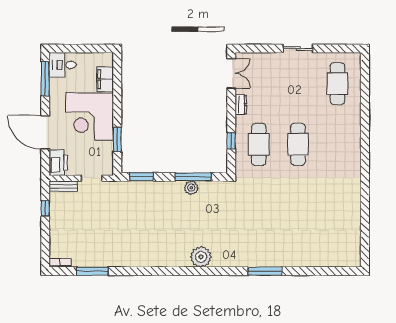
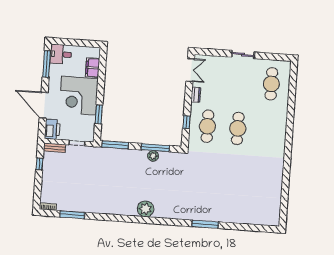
window: (141, 177) -> (115, 145), width x1.44
plant: (201, 257) -> (145, 209), moved

